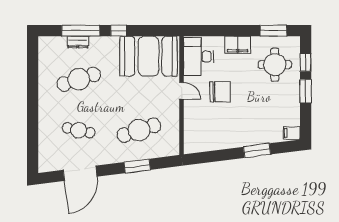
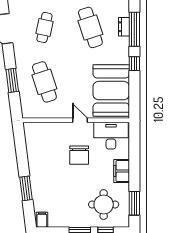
door: (182, 91) -> (80, 120), swing flipped

